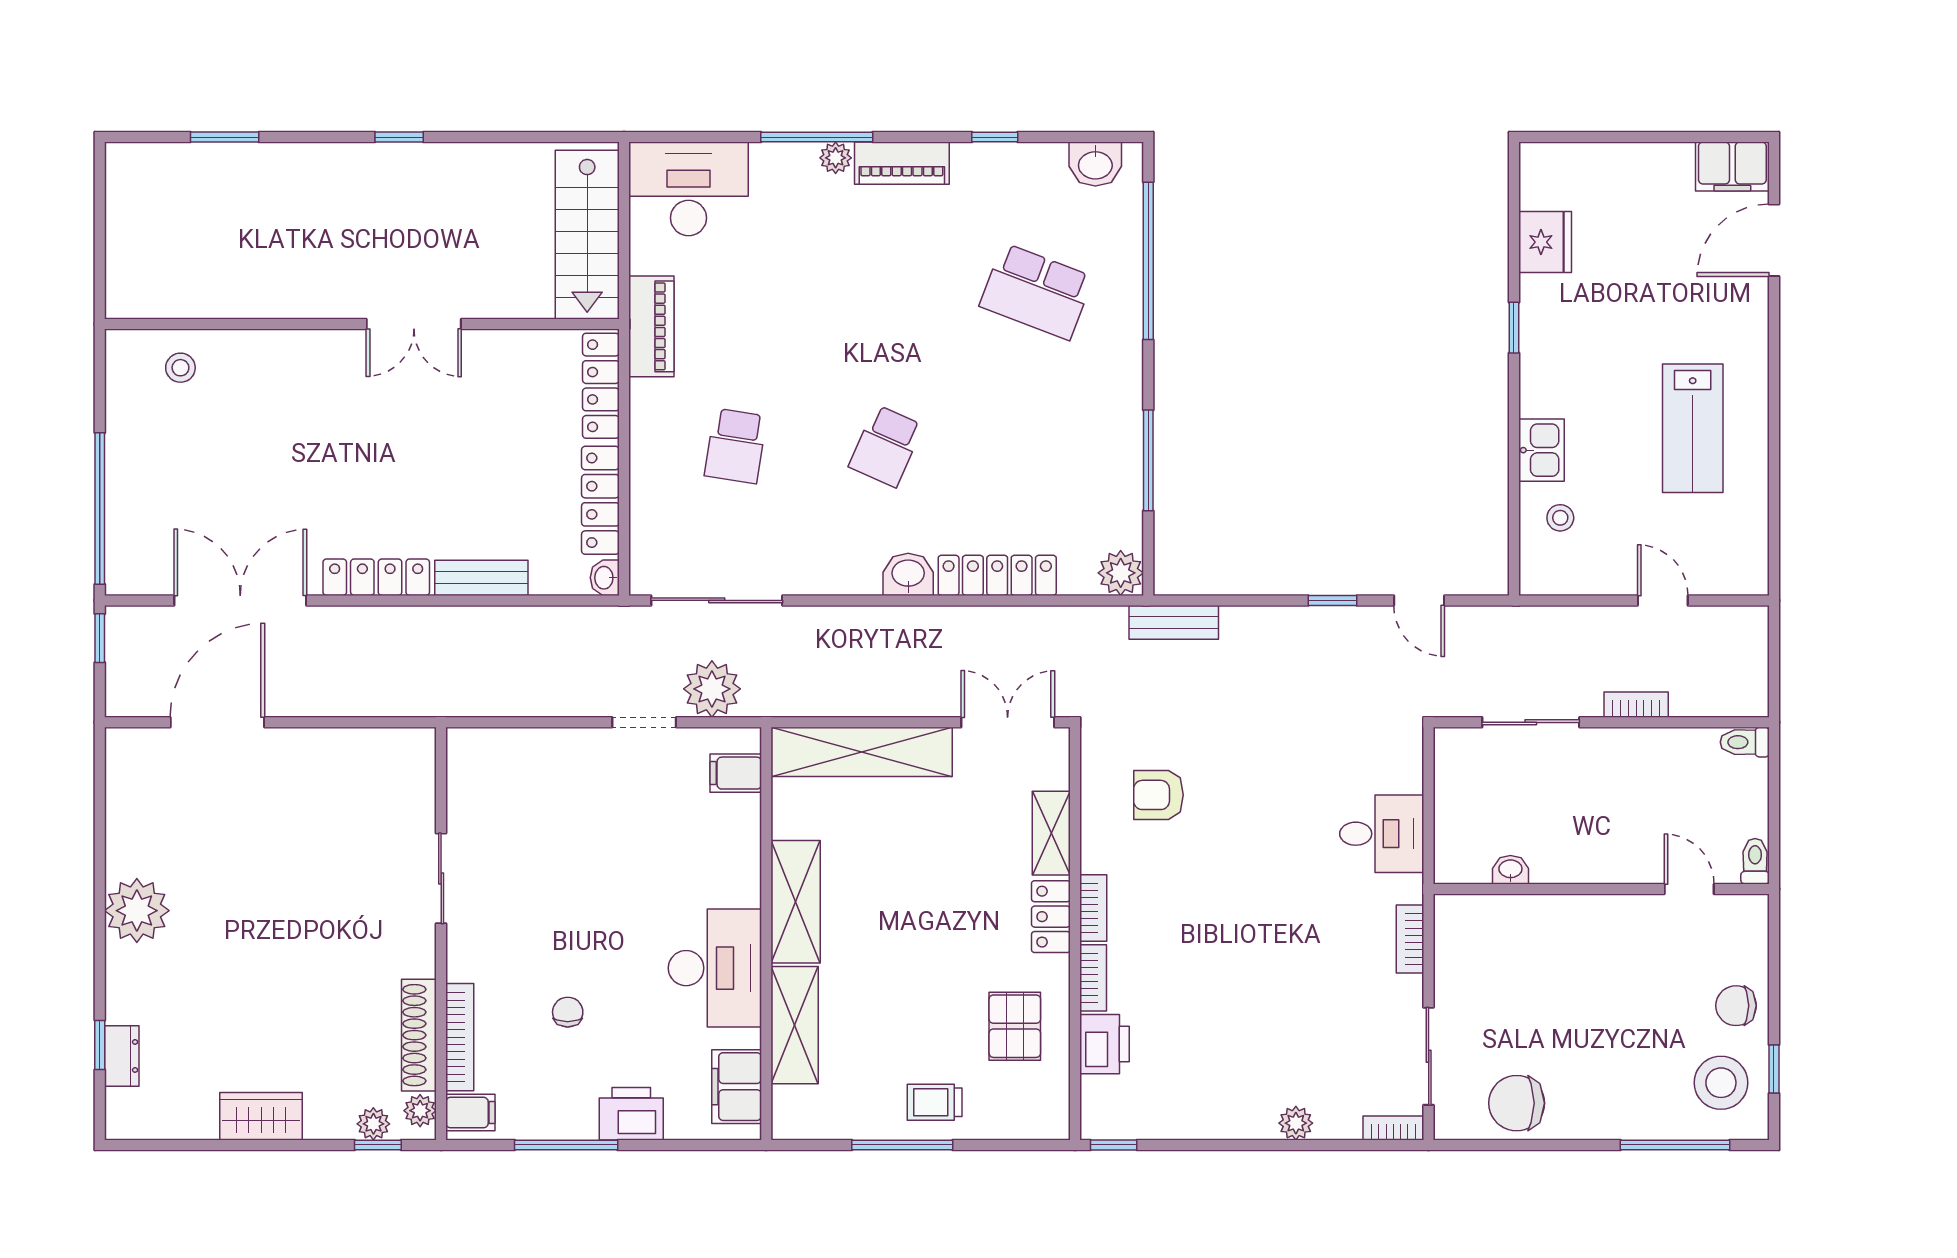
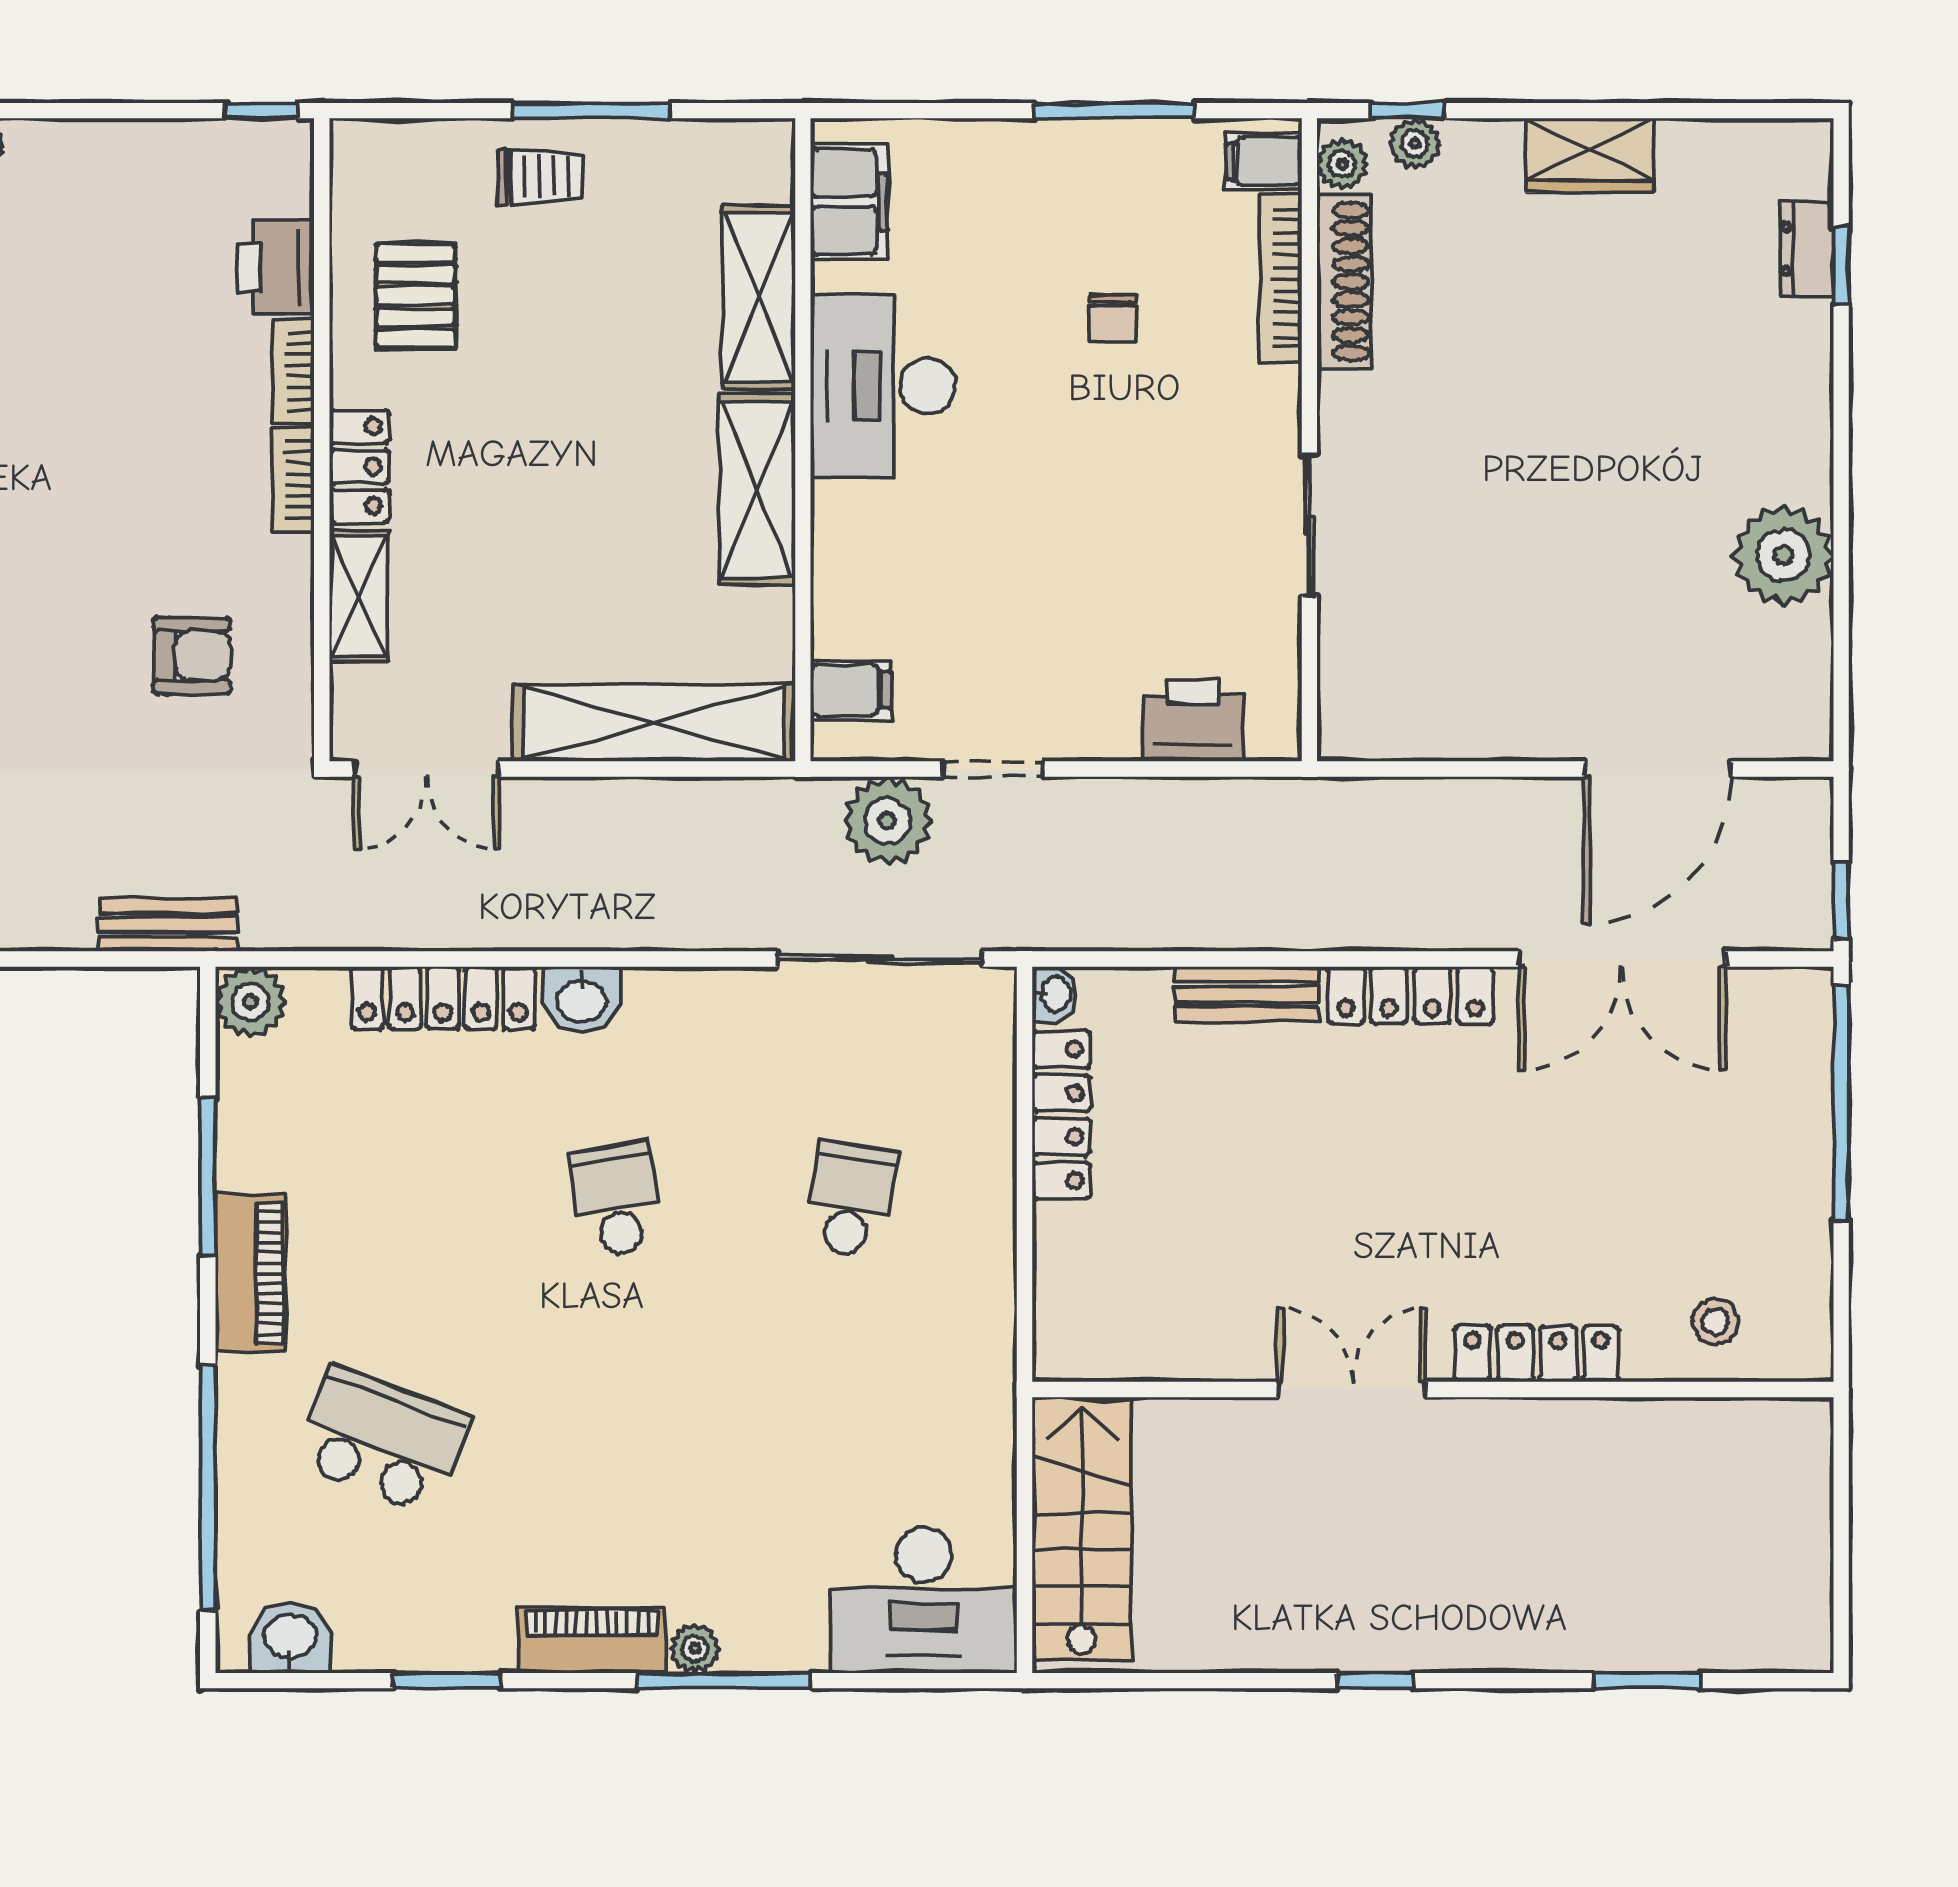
window: (995, 137) -> (447, 1681), width x1.50
piano: (651, 326) -> (251, 1273), moved, turned 180
locker: (601, 386) -> (1537, 1354), moved, turned -90
school desk: (886, 446) -> (616, 1199), turned -33
plant: (137, 911) -> (1783, 555), moved
printer: (631, 1114) -> (1193, 720), moved, turned 180

